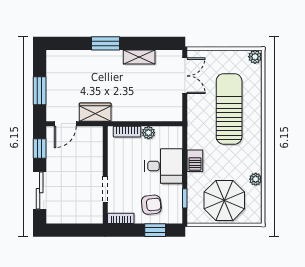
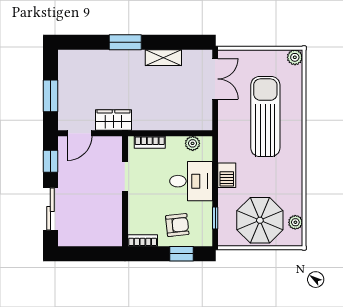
plant: (148, 133) -> (193, 143), moved
plant: (256, 179) -> (295, 222), moved
doorway: (105, 190) -> (125, 176), moved

